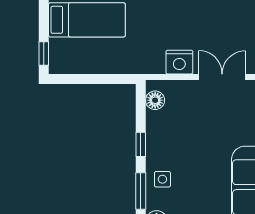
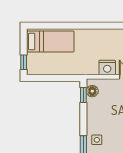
window: (141, 144) -> (83, 95), moved

